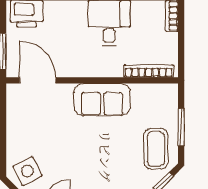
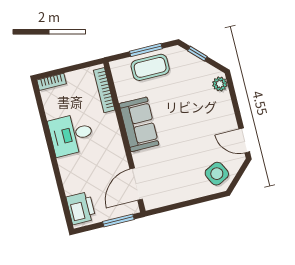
coffee table: (156, 149) -> (150, 67), moved

